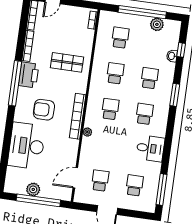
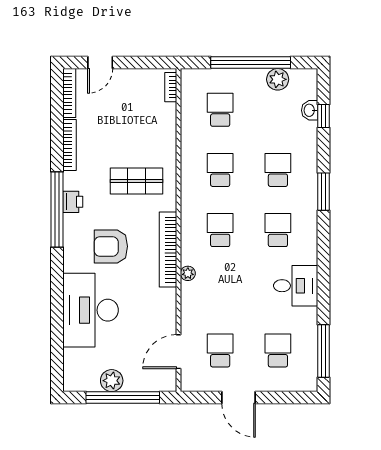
washbasin: (172, 56) -> (310, 110), moved
shop shelf: (67, 62) -> (136, 181), moved
printer: (29, 75) -> (73, 202), width x0.53, depth x0.68

